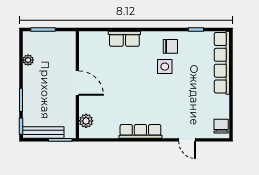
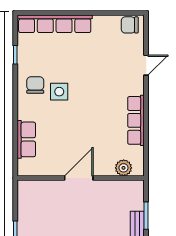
door: (77, 83) -> (79, 178), moved
wall: (77, 85) -> (81, 178), moved
plant: (86, 121) -> (124, 168), moved

